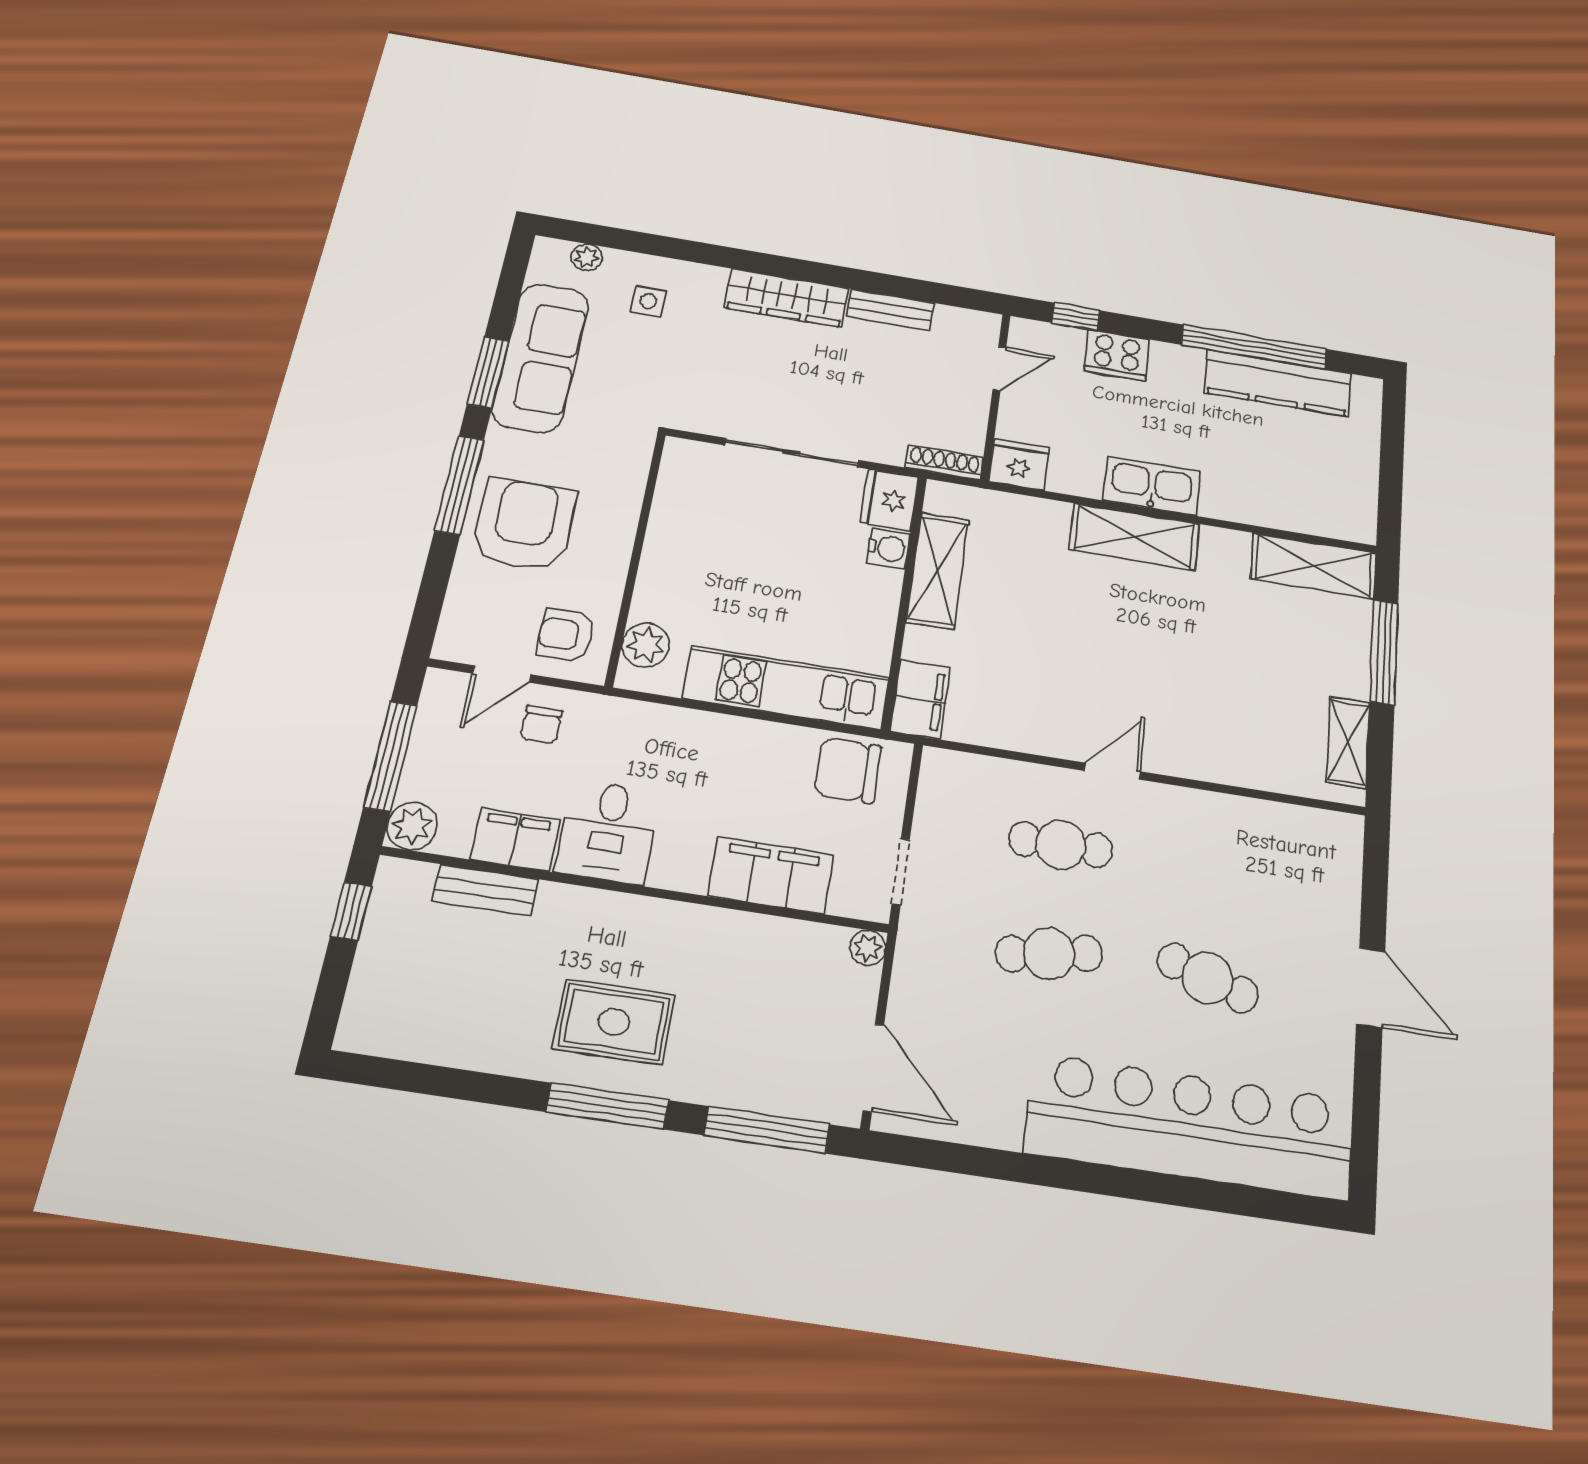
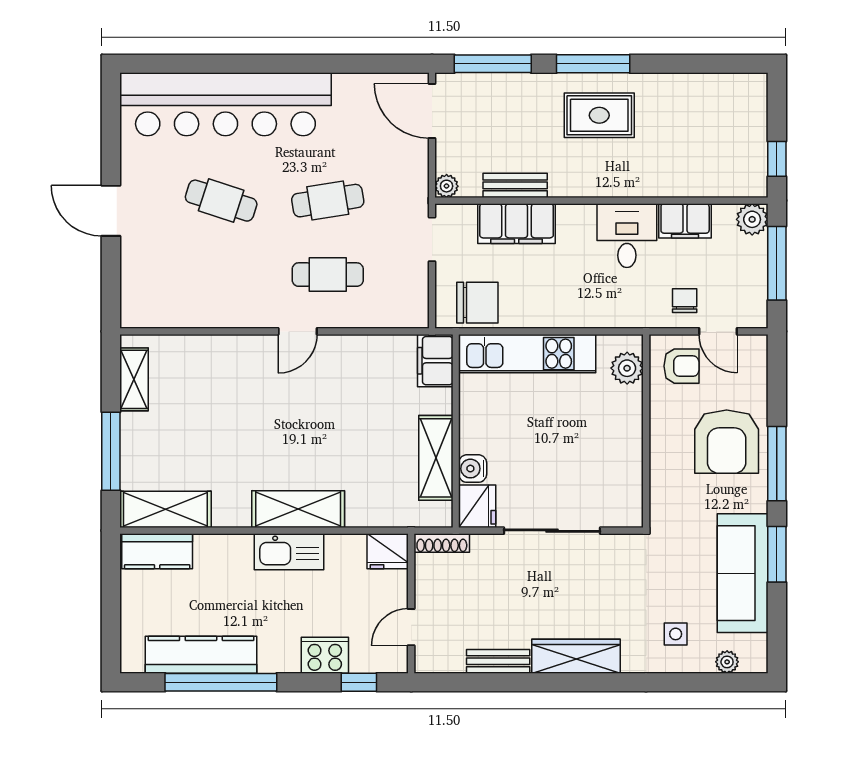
kitchen counter: (1328, 516) -> (157, 551), added
door: (502, 674) -> (718, 331), swing flipped
bench: (485, 890) -> (515, 185), moved

